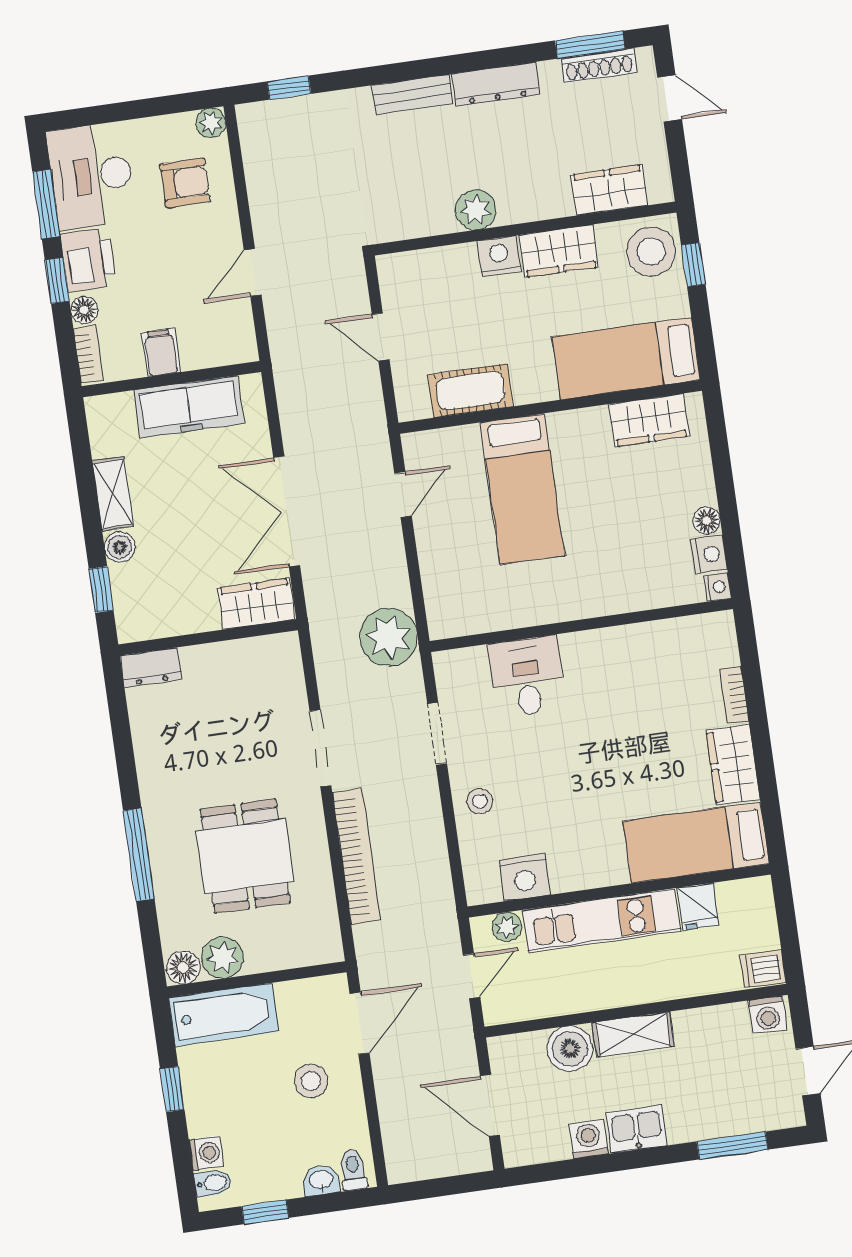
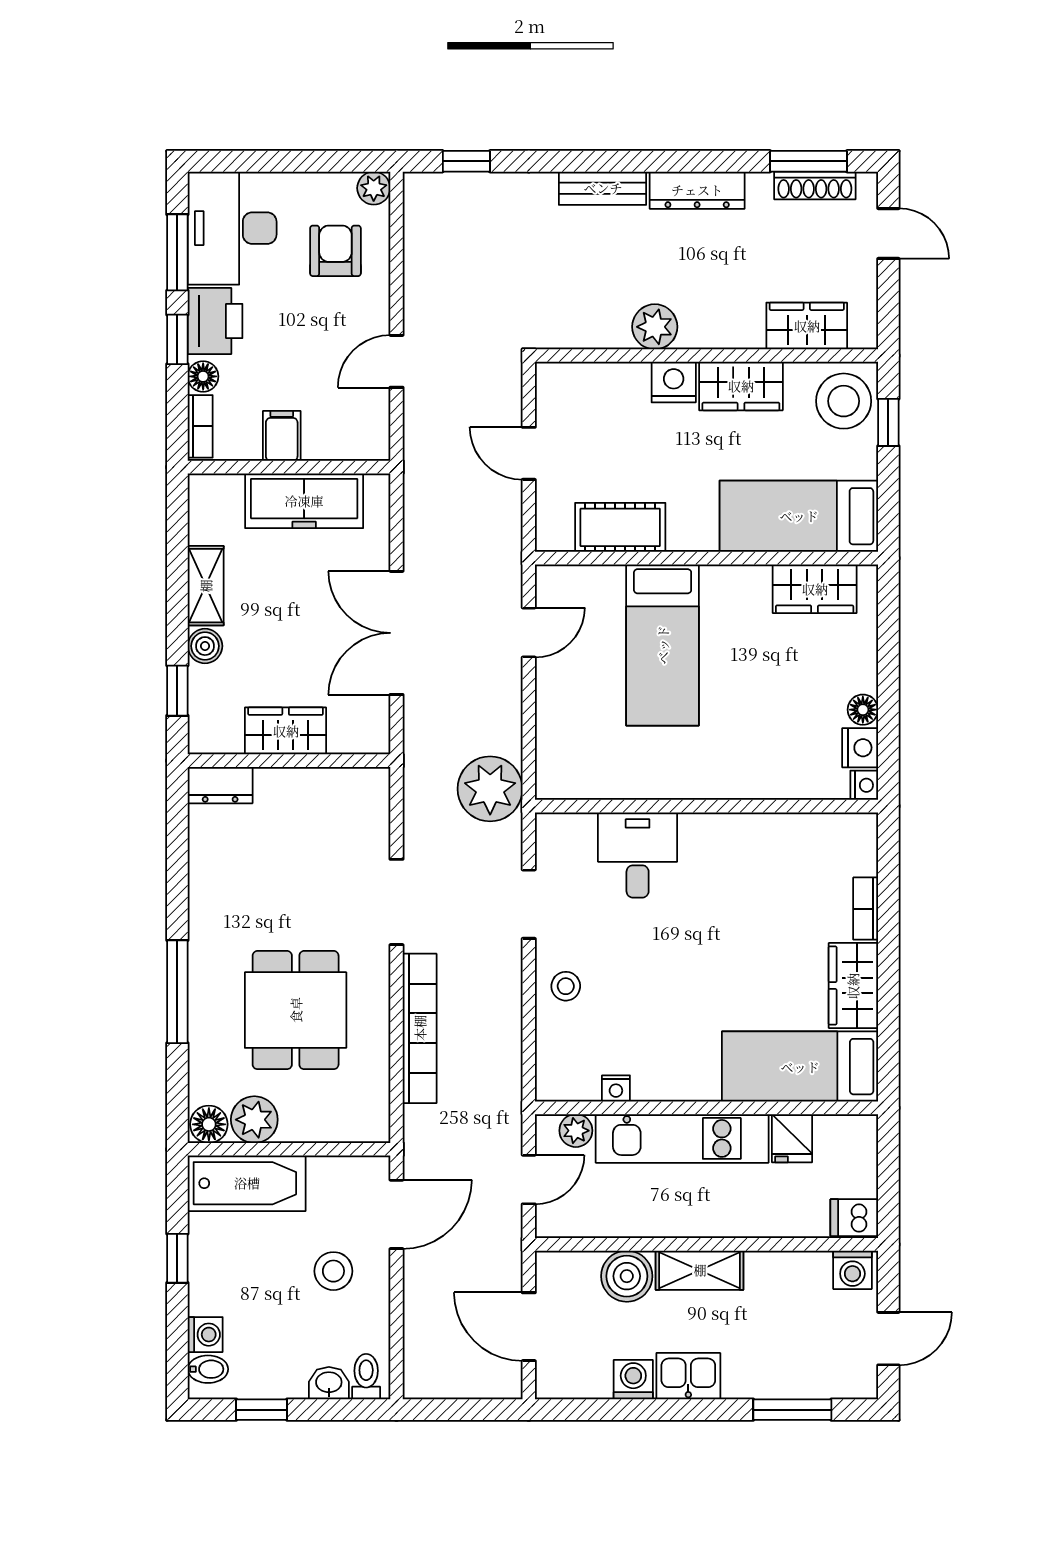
armchair: (185, 183) -> (335, 251), turned -90
wardrobe: (256, 604) -> (286, 731), moved
nightstand: (525, 877) -> (616, 1088), width x0.53, depth x0.56

